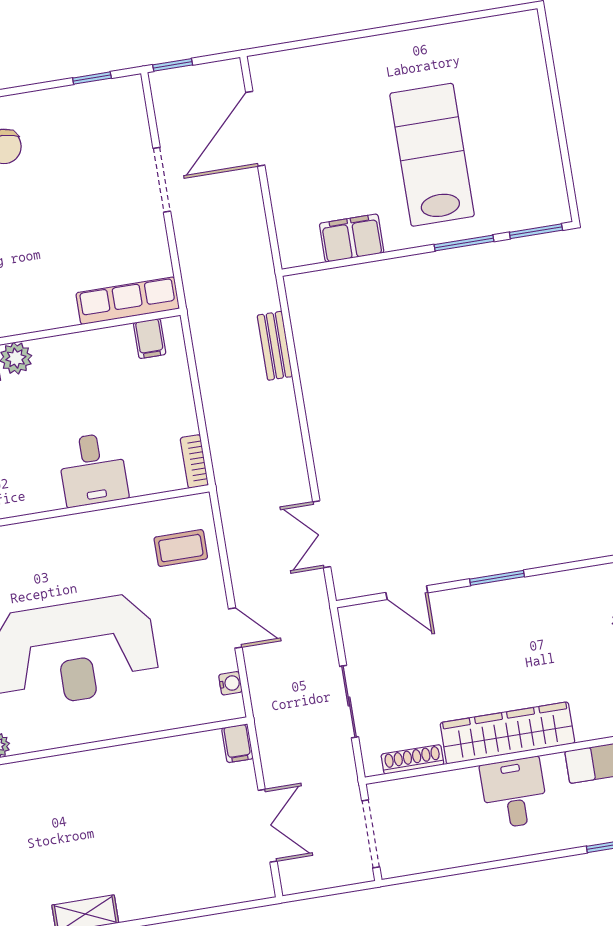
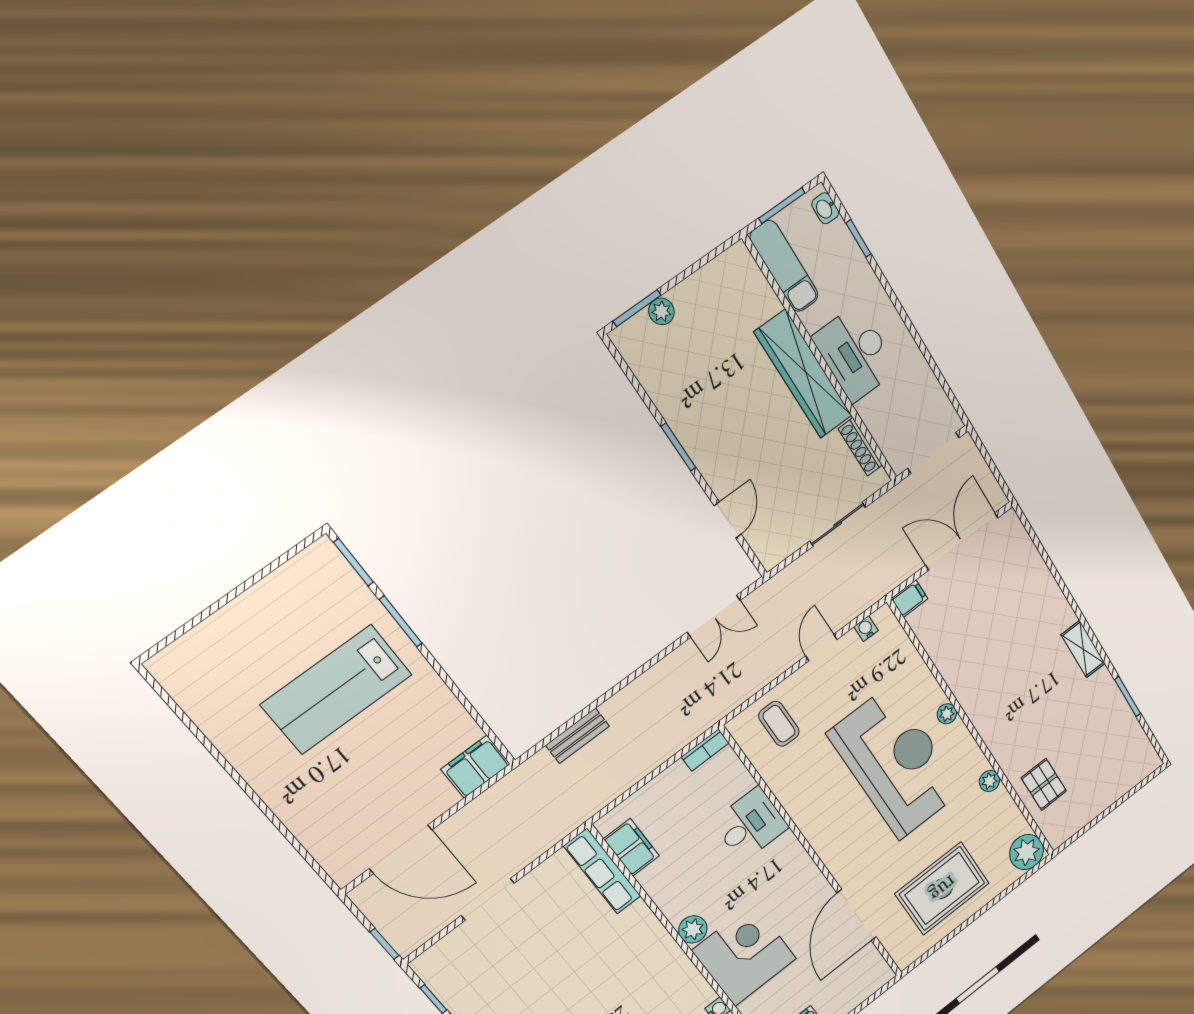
filing cabinet: (352, 238) -> (476, 767), moved, turned 90
filing cabinet: (150, 338) -> (631, 847), width x2.00
plant: (96, 730) -> (947, 714), added
desk: (514, 793) -> (855, 354), width x1.37
double door: (268, 826) -> (962, 541), width x1.37

